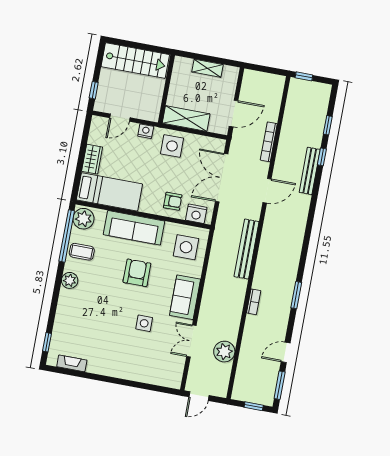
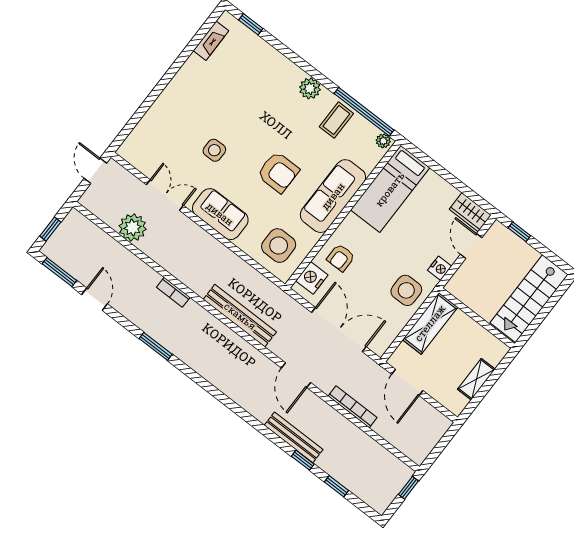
wardrobe: (92, 159) -> (470, 212), moved
plant: (83, 219) -> (383, 141), width x0.53, depth x0.53

